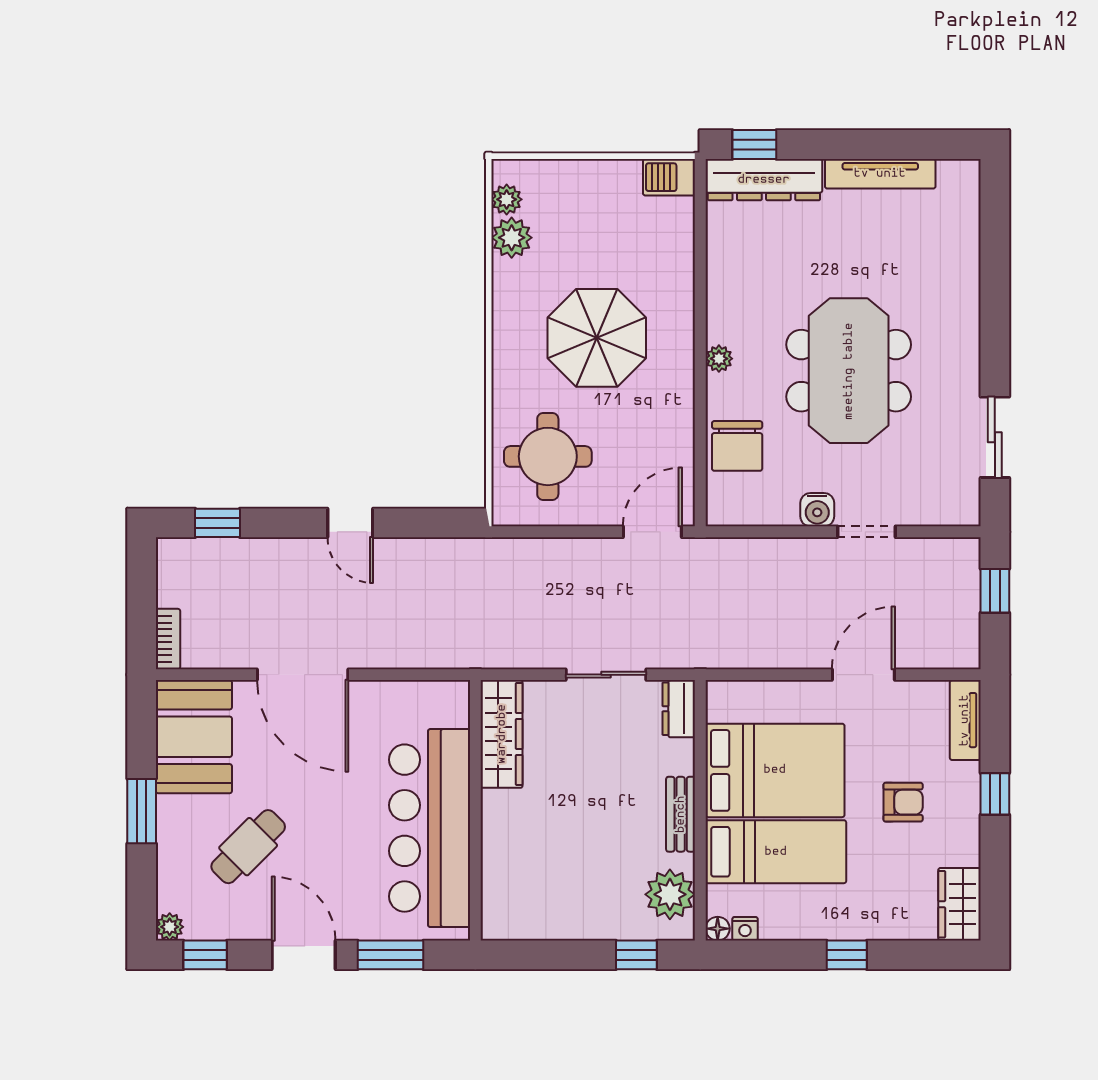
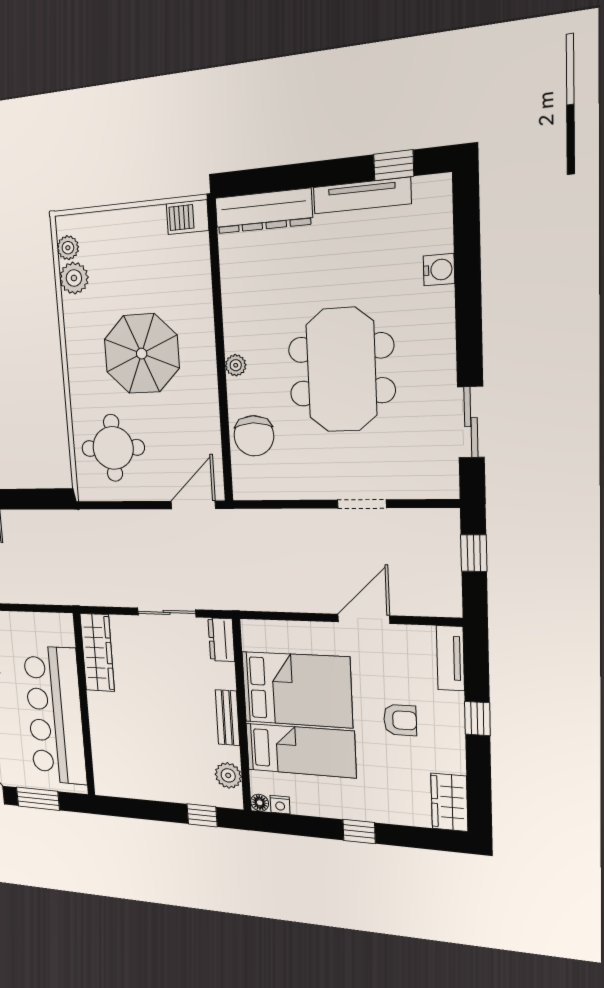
window: (754, 145) -> (394, 165), moved
water cooler: (817, 510) -> (439, 270), moved, turned -90
plant: (670, 894) -> (228, 775), width x0.73, depth x0.73

